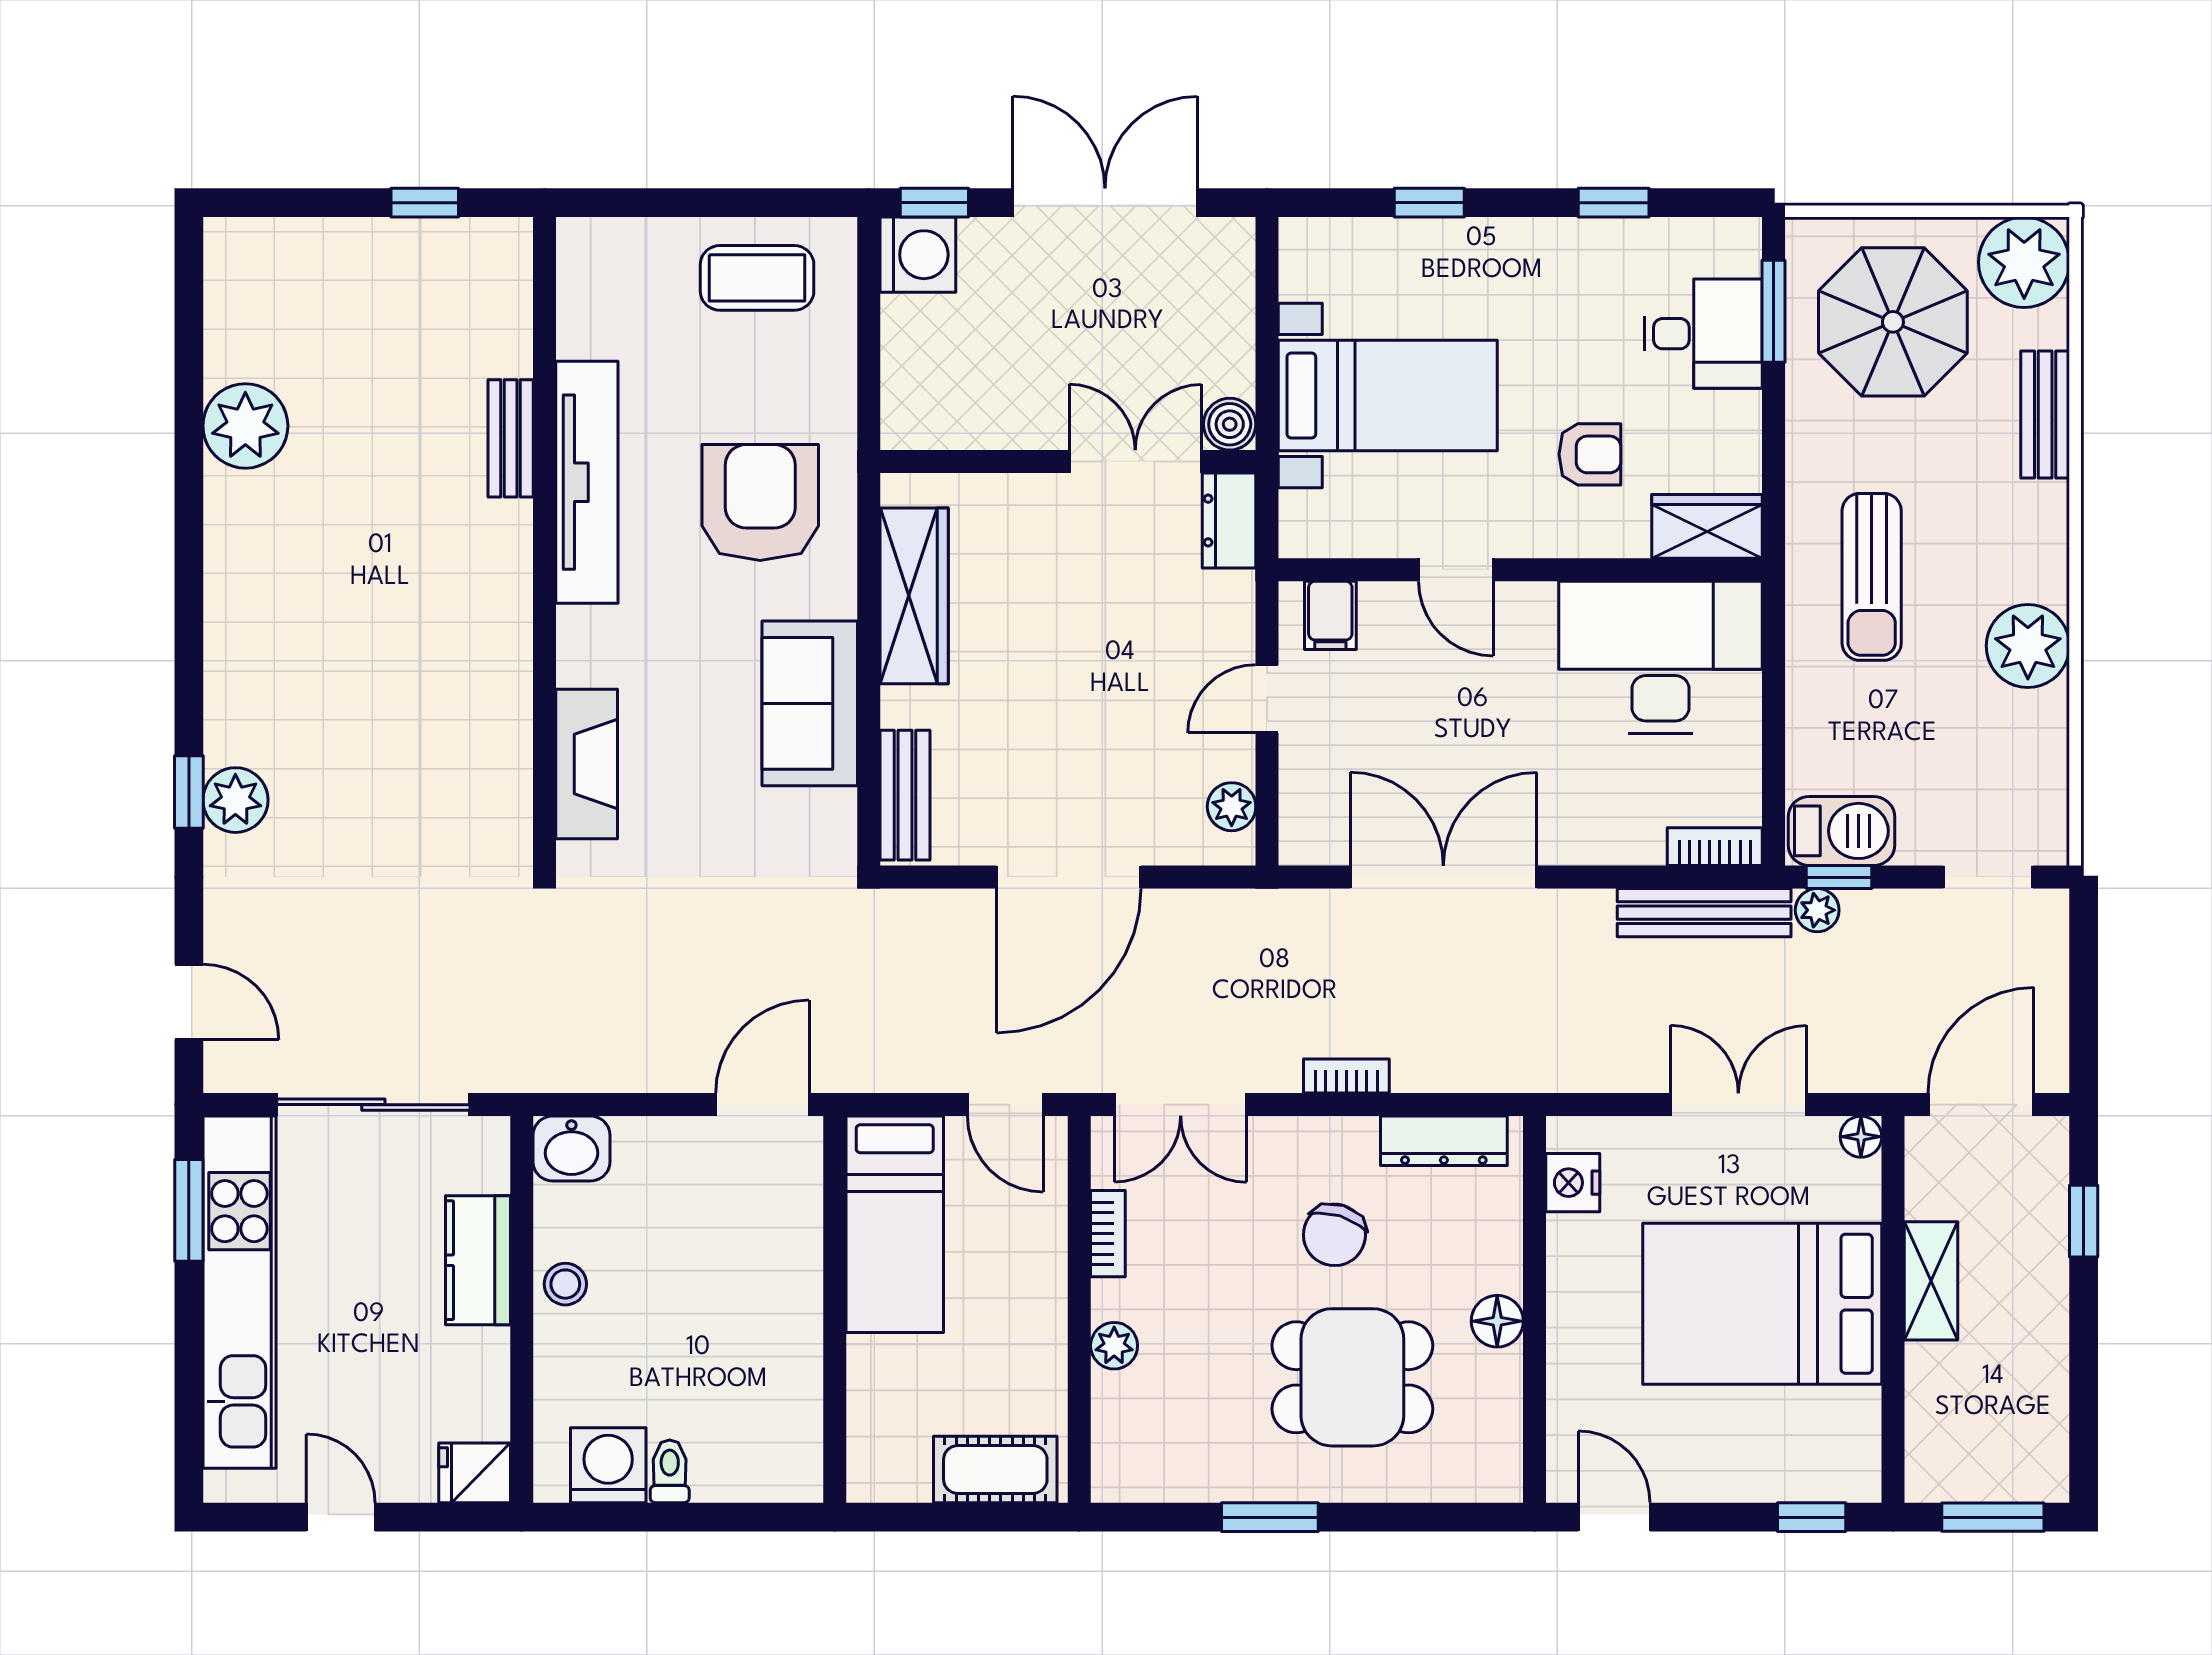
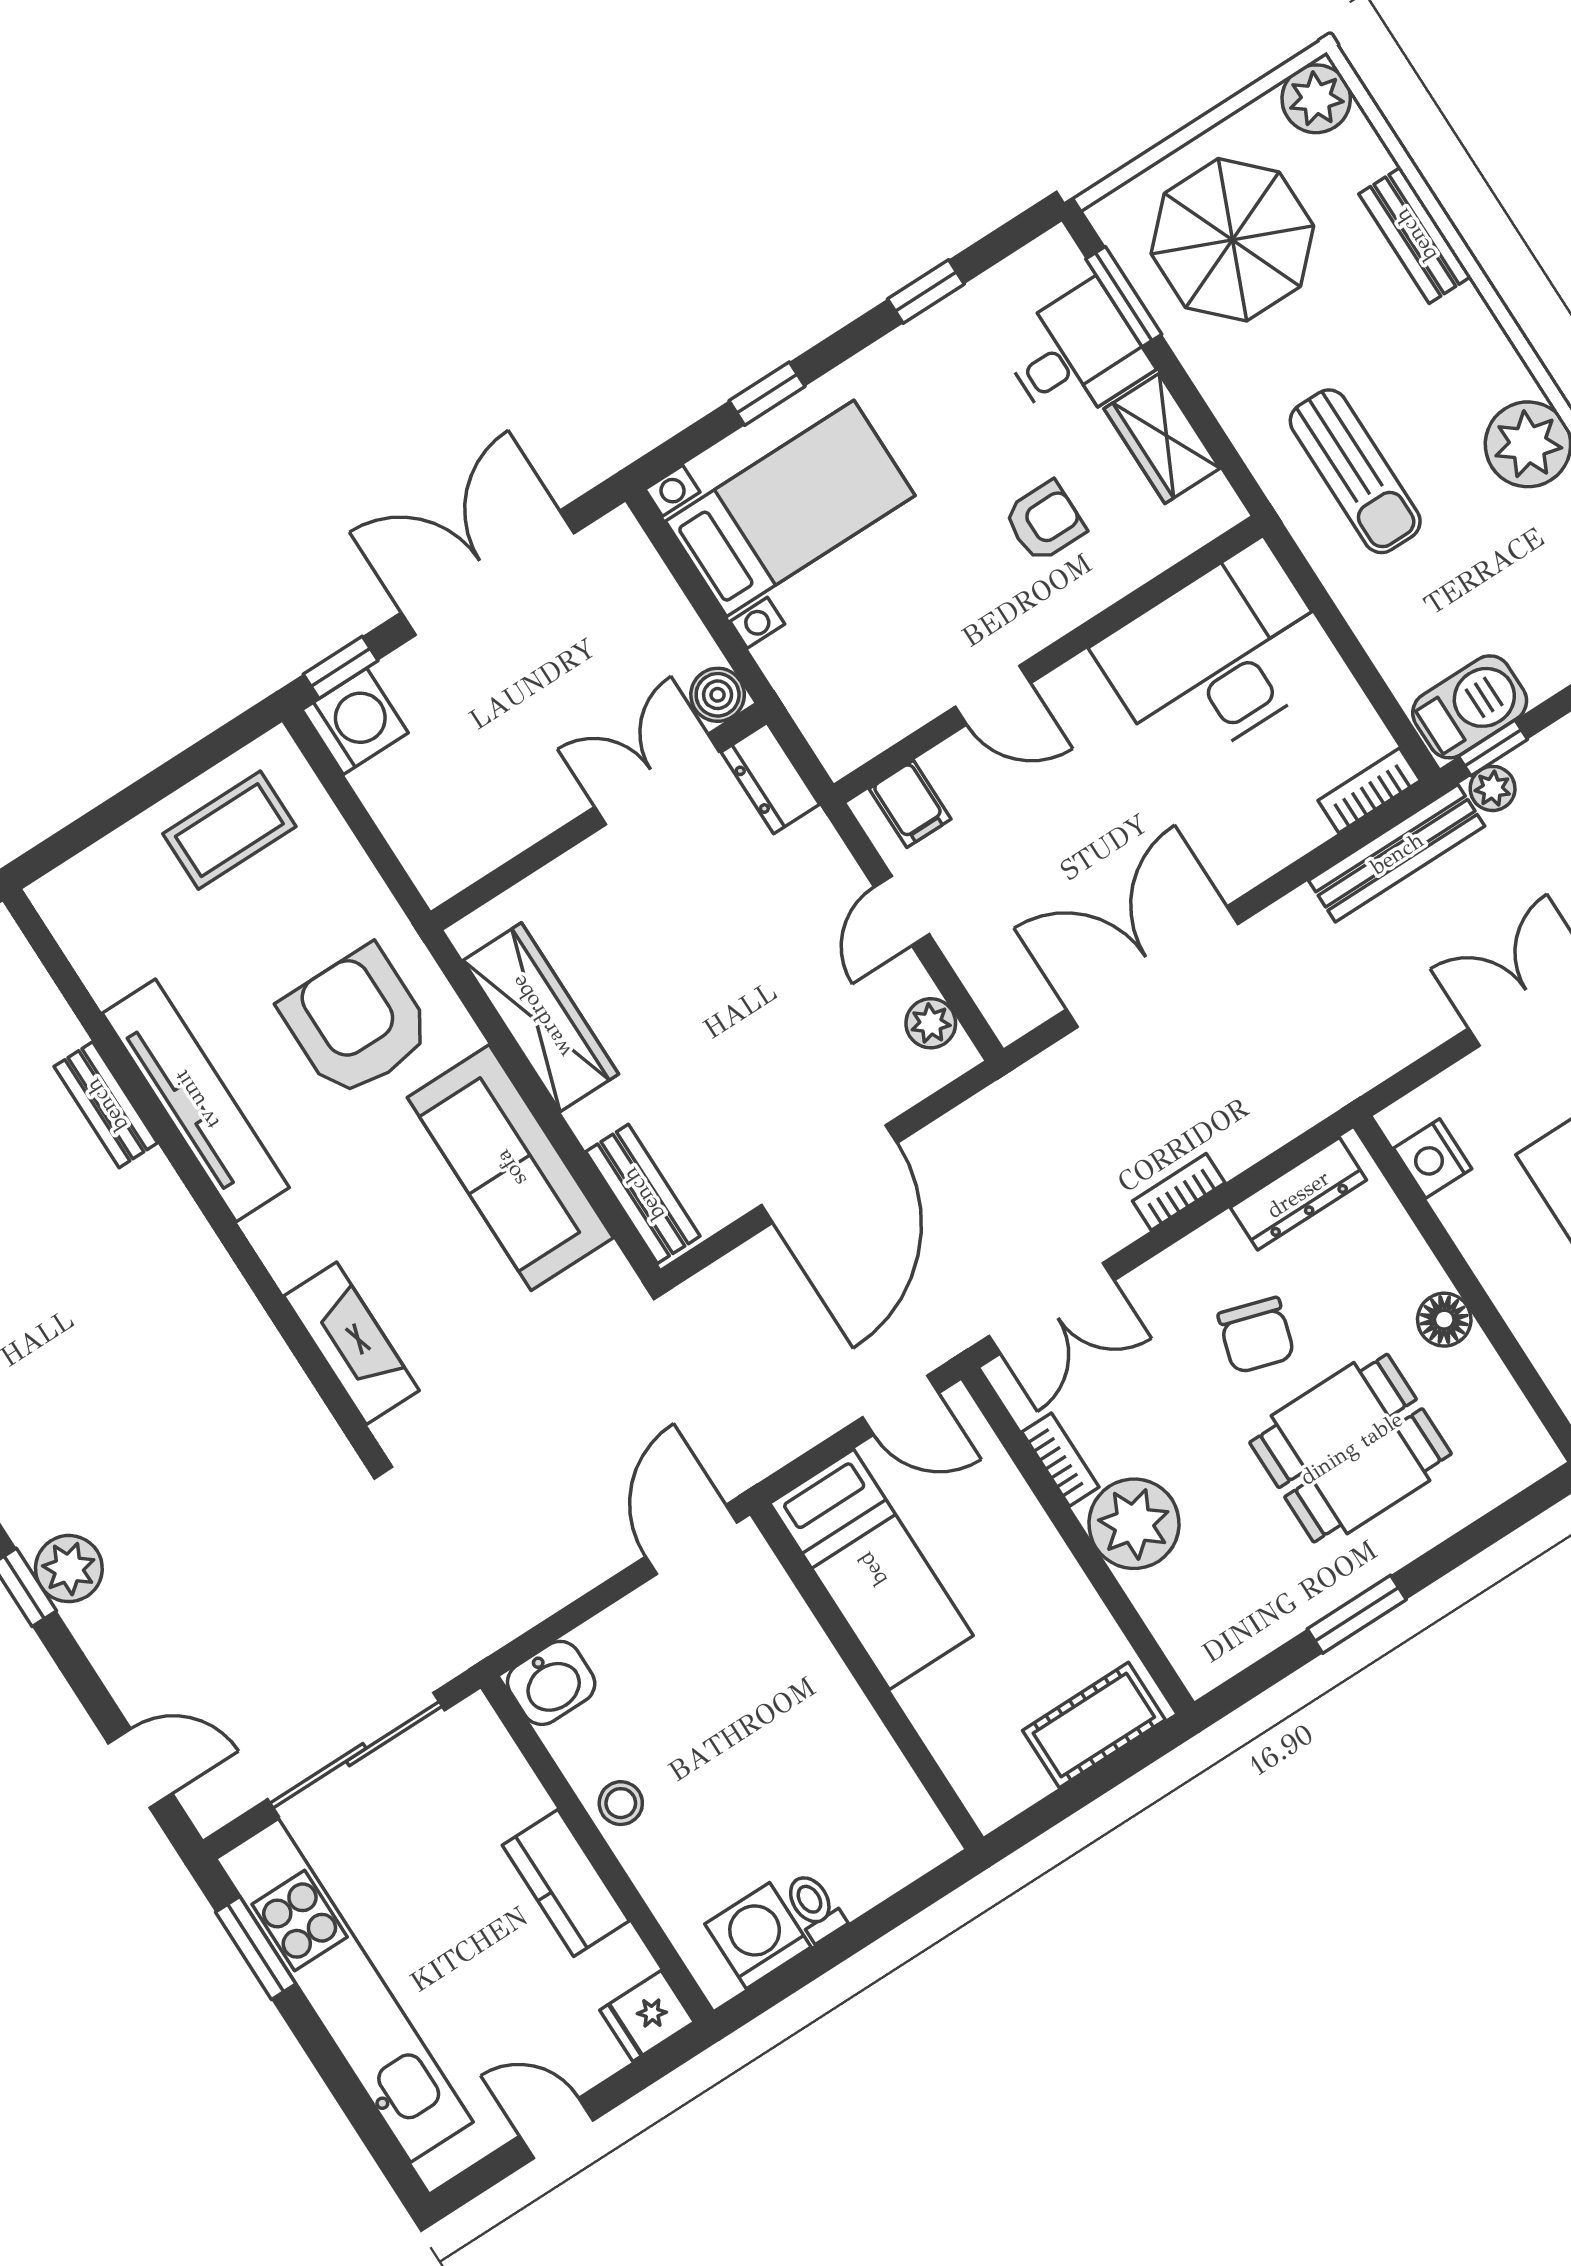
plant: (2024, 262) -> (1316, 99), width x0.73, depth x0.73
bed with nightstands: (1388, 395) -> (790, 508), moved
wardrobe: (1707, 526) -> (1162, 438), moved, turned -90
sofa: (810, 703) -> (510, 1168), width x1.36
kitchen counter: (478, 1260) -> (566, 1883), moved
plant: (1114, 1346) -> (1134, 1524), width x1.87, depth x1.87

